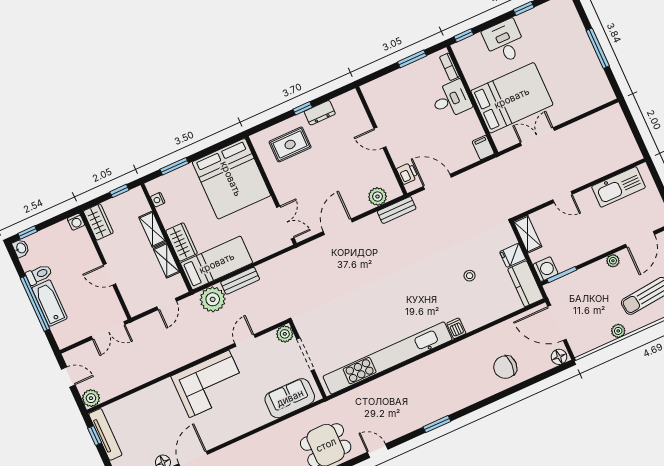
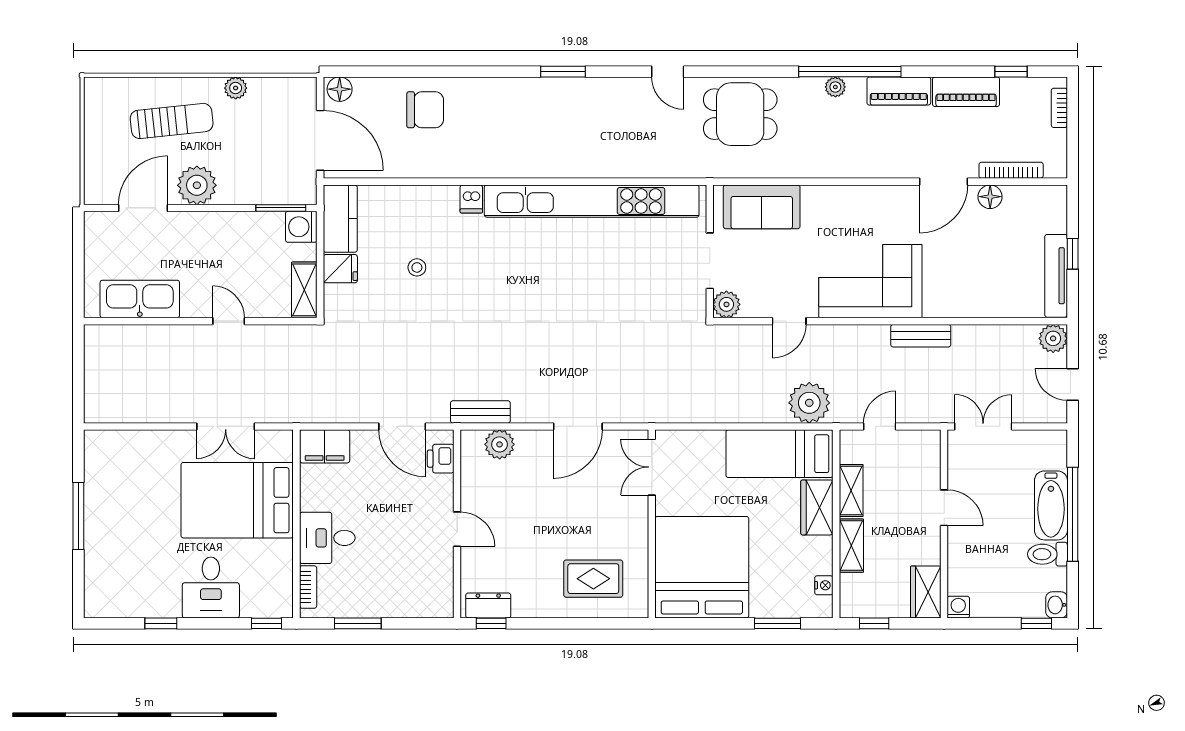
window: (303, 108) -> (491, 623), moved
dresser: (320, 113) -> (488, 605), moved
filing cabinet: (483, 148) -> (325, 446), width x2.00
plant: (613, 261) -> (197, 185), width x1.88, depth x1.88
bench: (240, 281) -> (921, 336), moved
window: (95, 436) -> (1073, 254), moved

